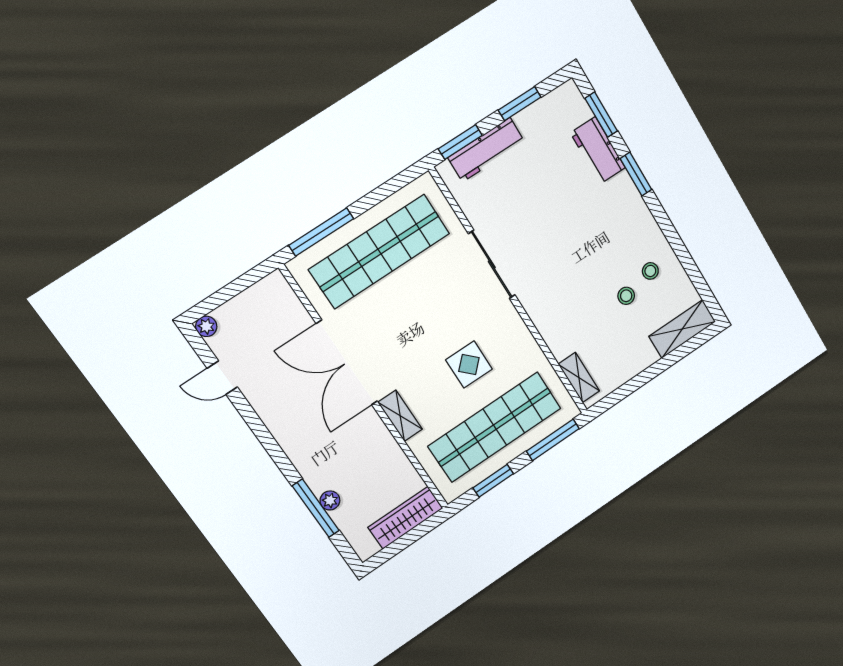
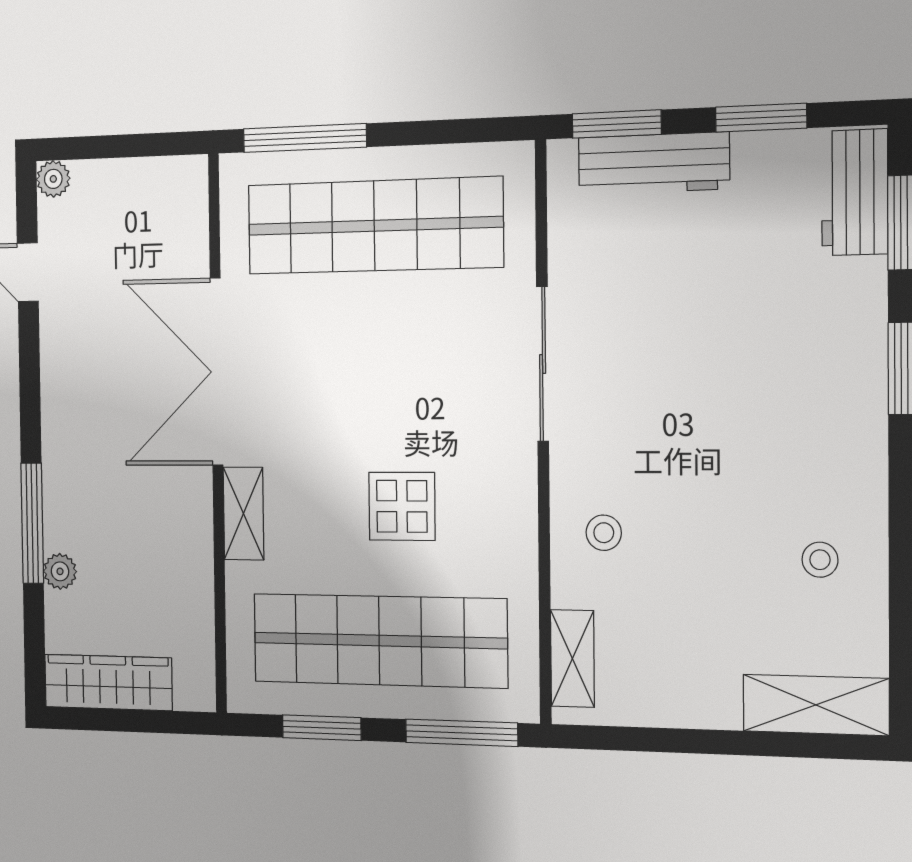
workbench: (598, 150) -> (855, 192), moved
stool: (626, 296) -> (604, 533), moved
window: (316, 508) -> (32, 523), moved
wardrobe: (406, 518) -> (108, 682), moved

